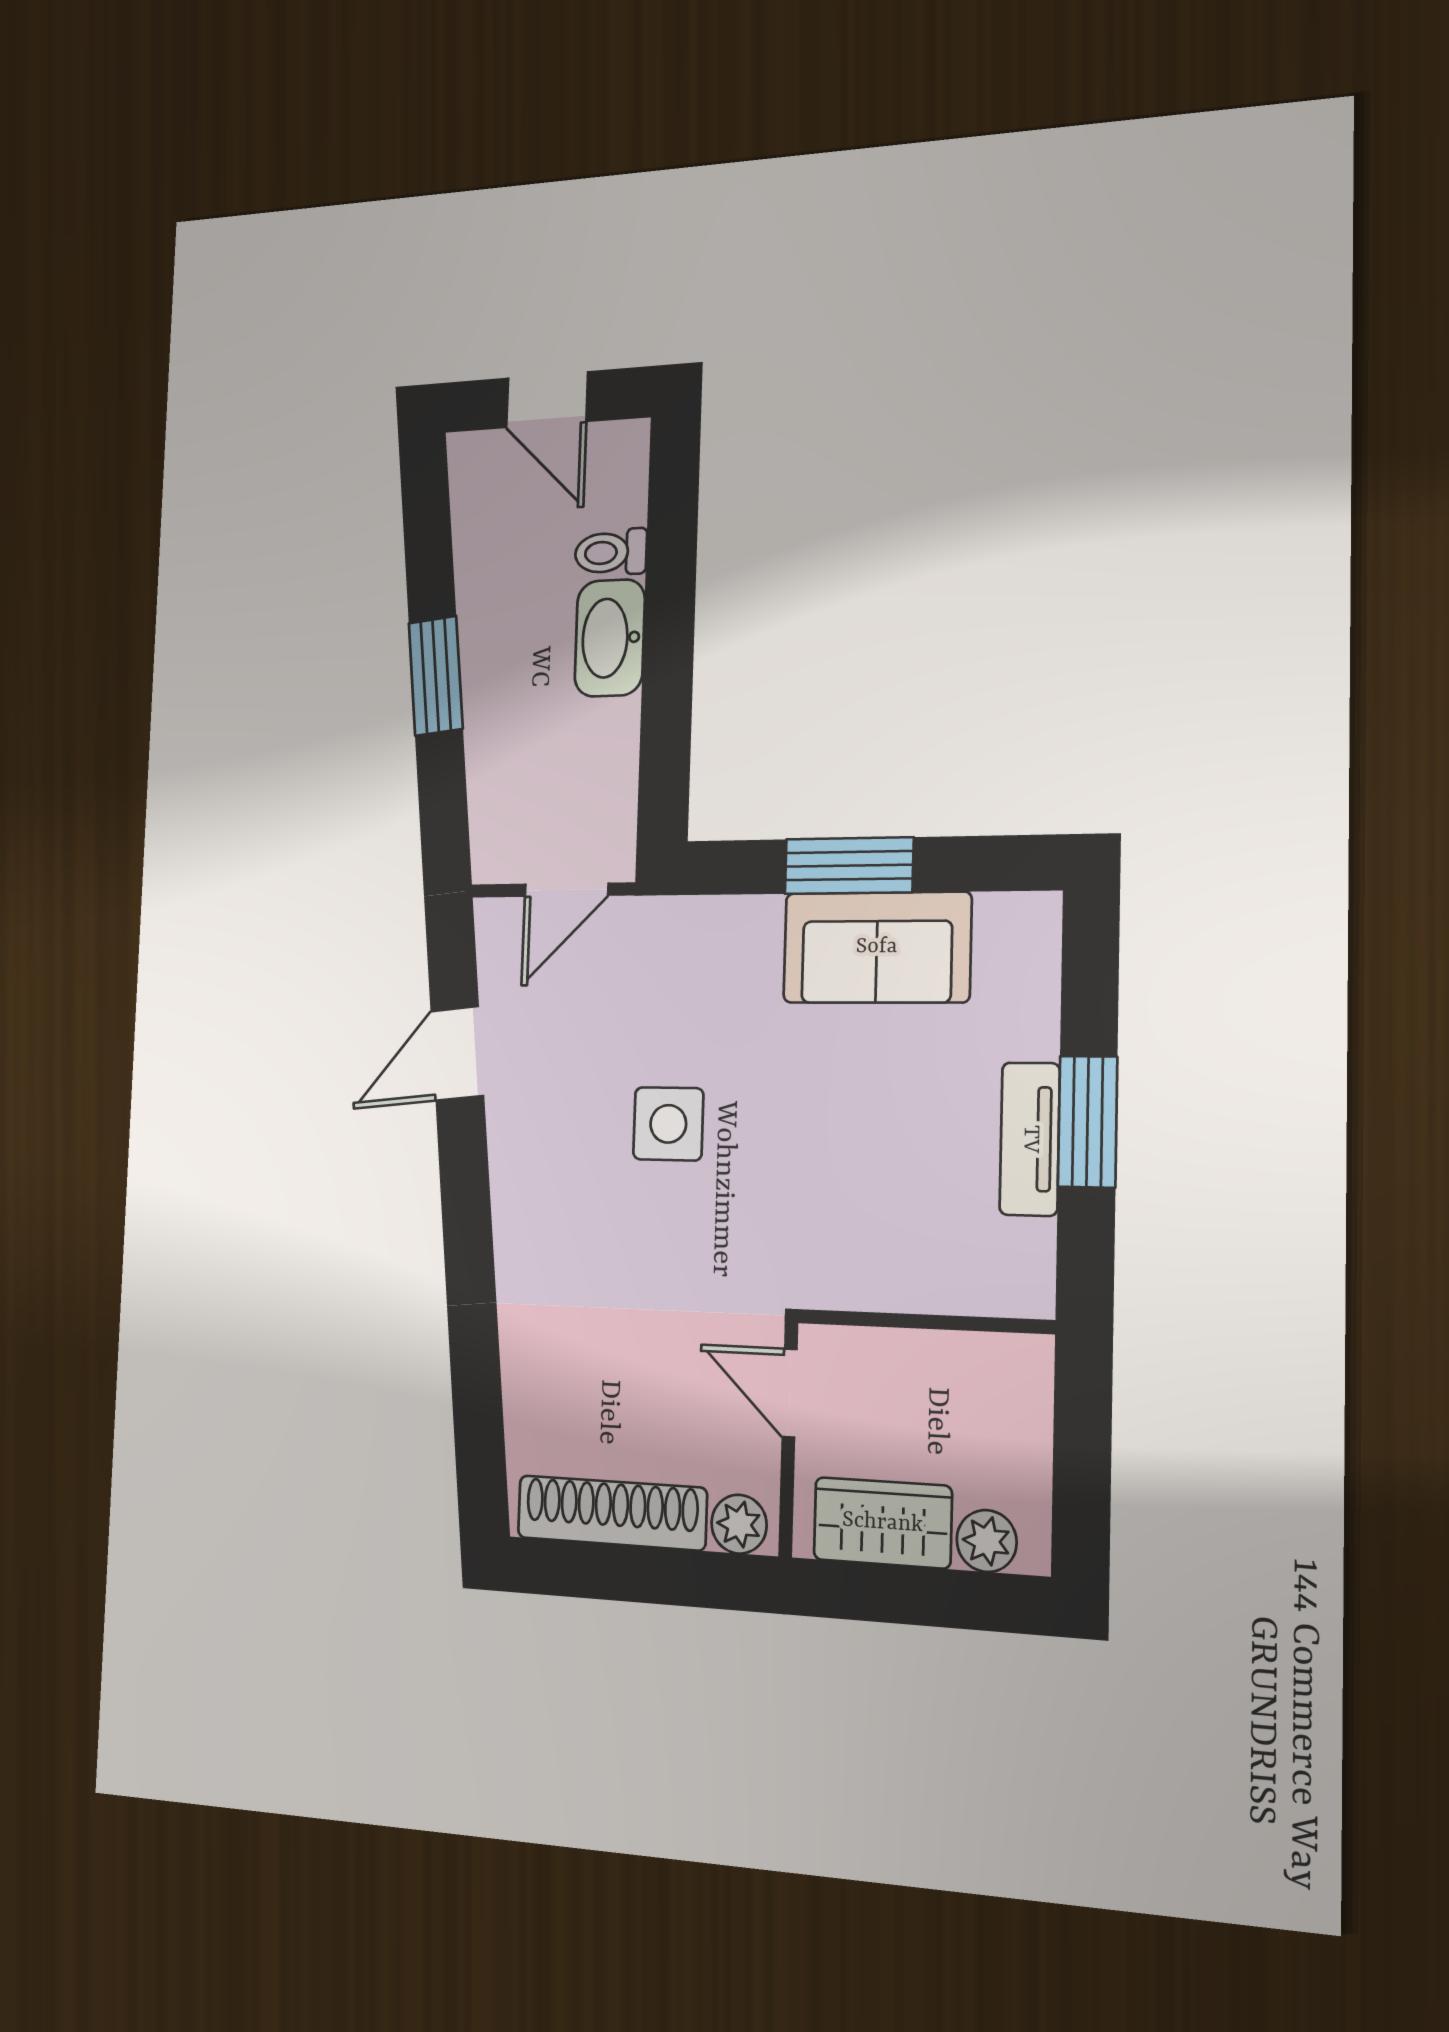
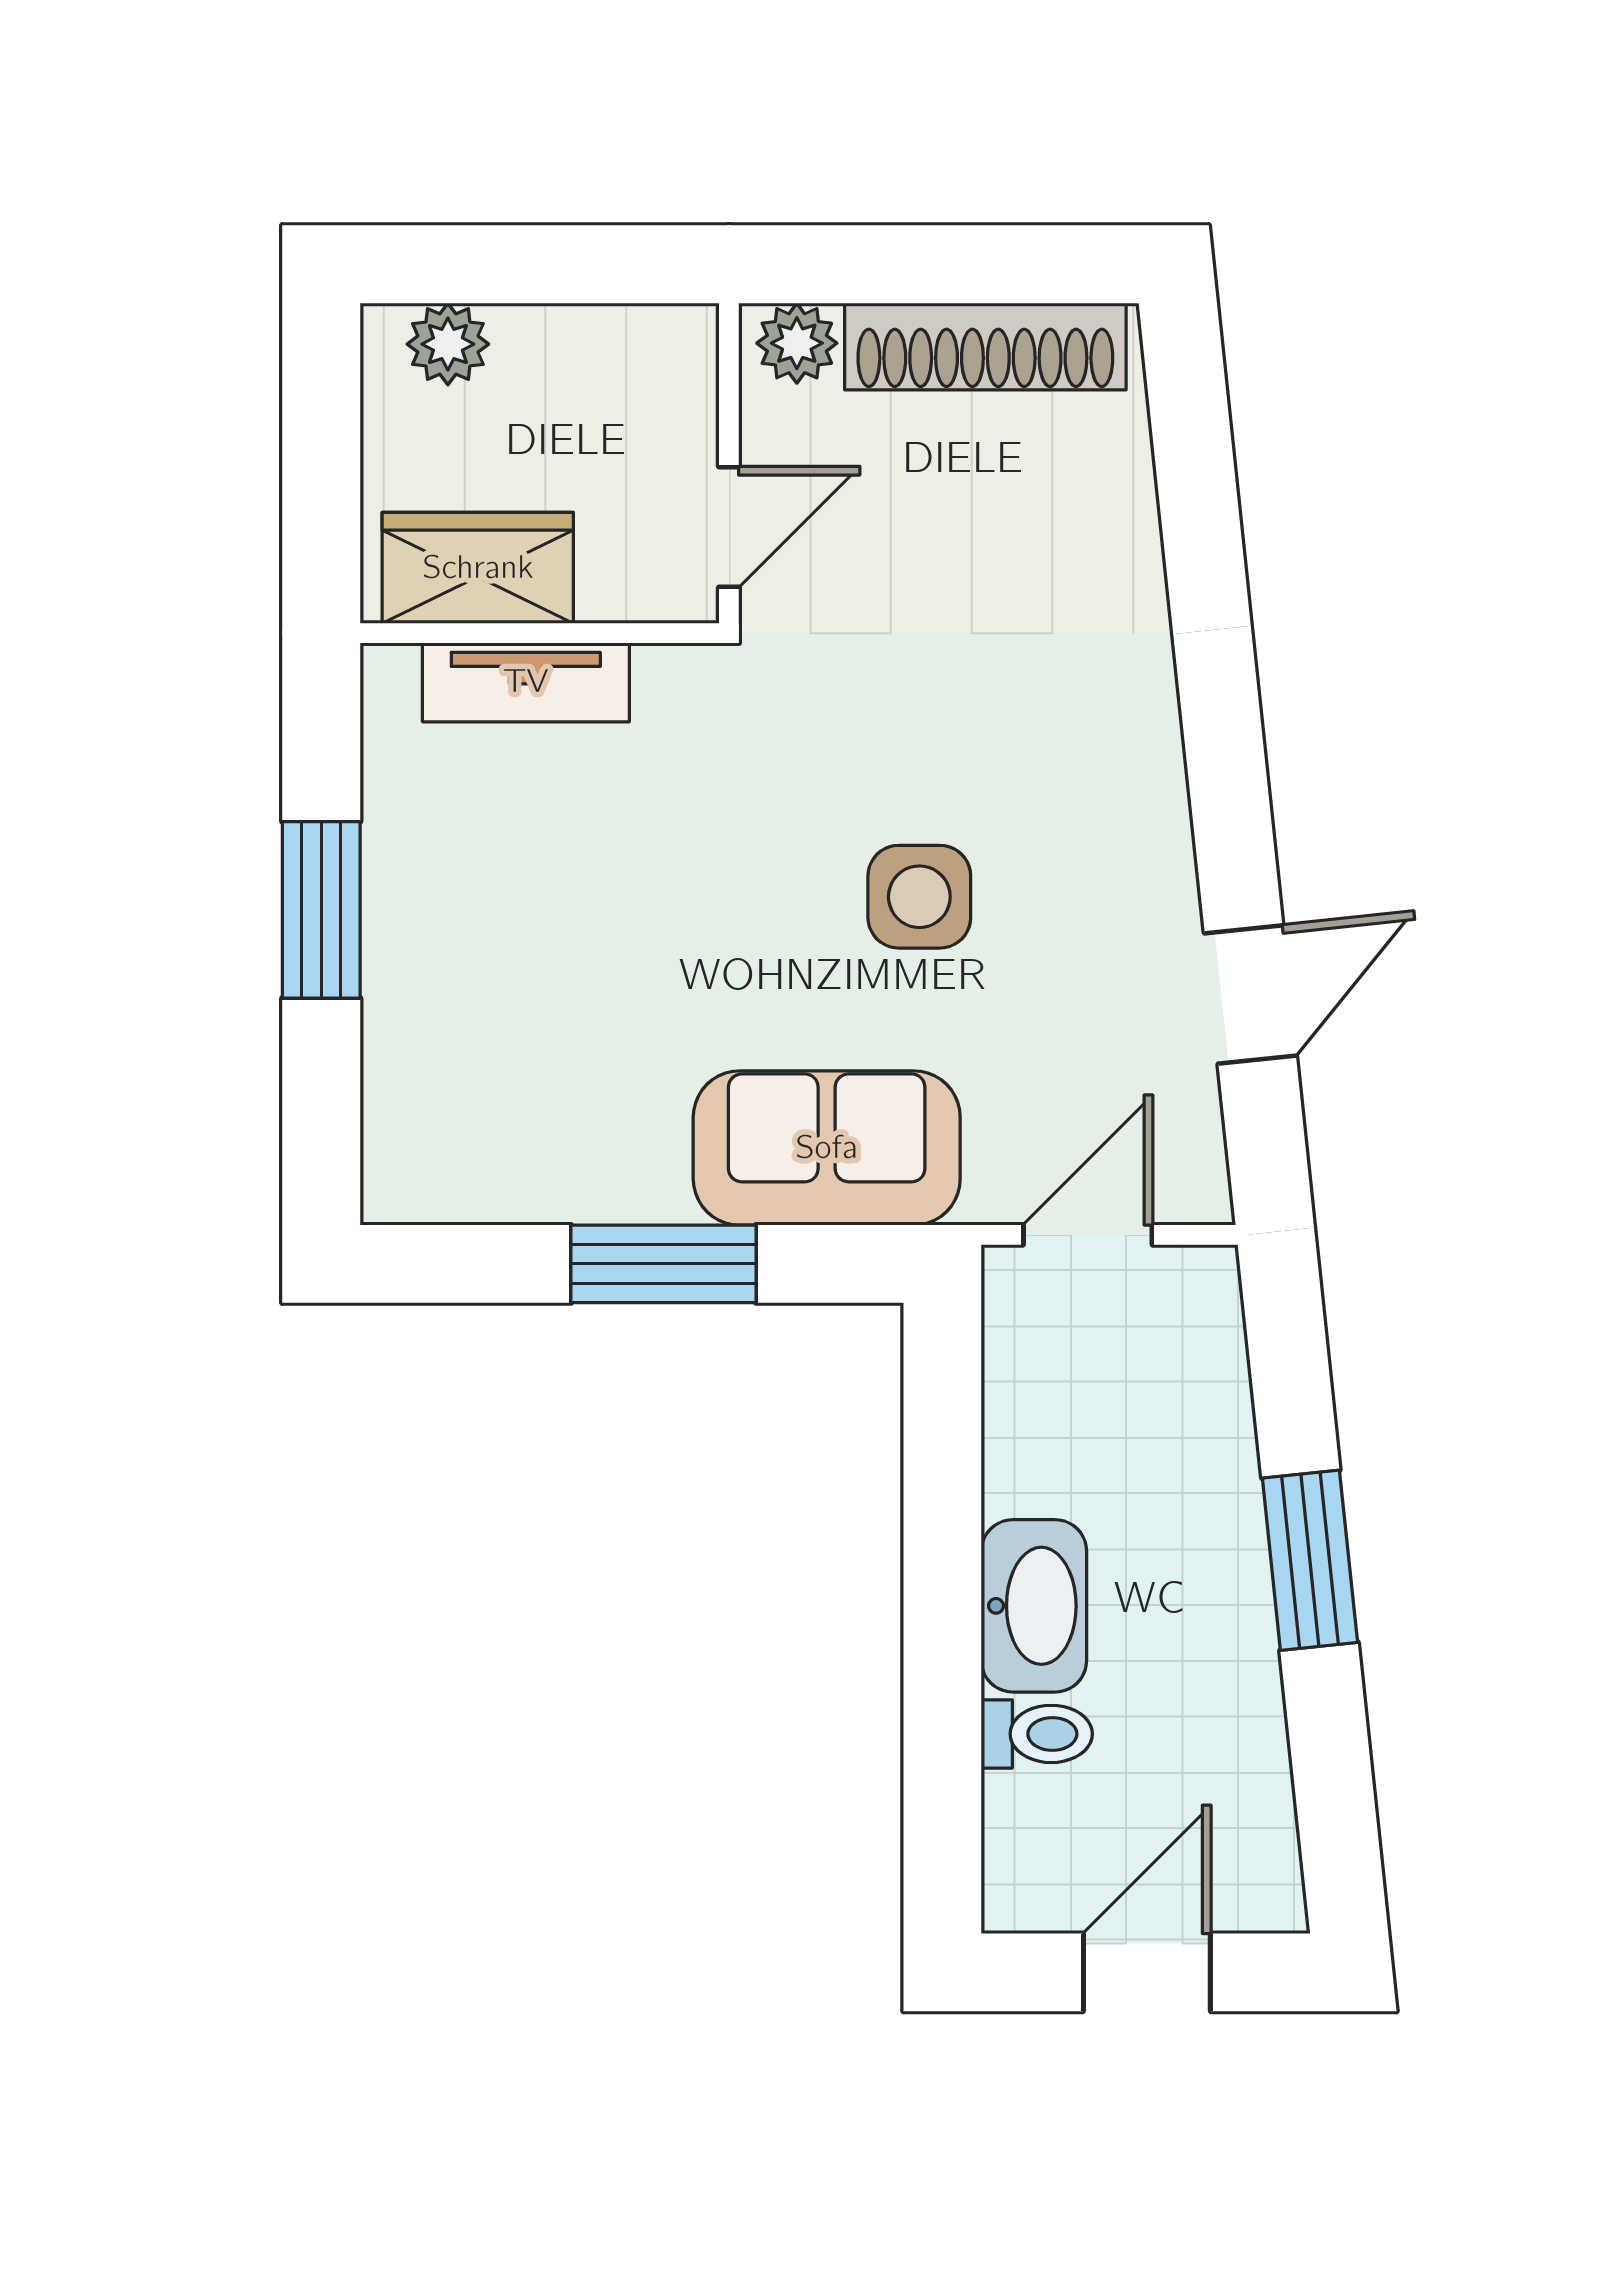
door: (547, 400) -> (1147, 1972), hinge flipped
sofa: (877, 947) -> (827, 1148), moved
tv unit: (1030, 1139) -> (526, 682), moved, turned 90
door: (790, 1393) -> (729, 527), hinge flipped
wardrobe: (883, 1523) -> (478, 568), moved, turned 180

